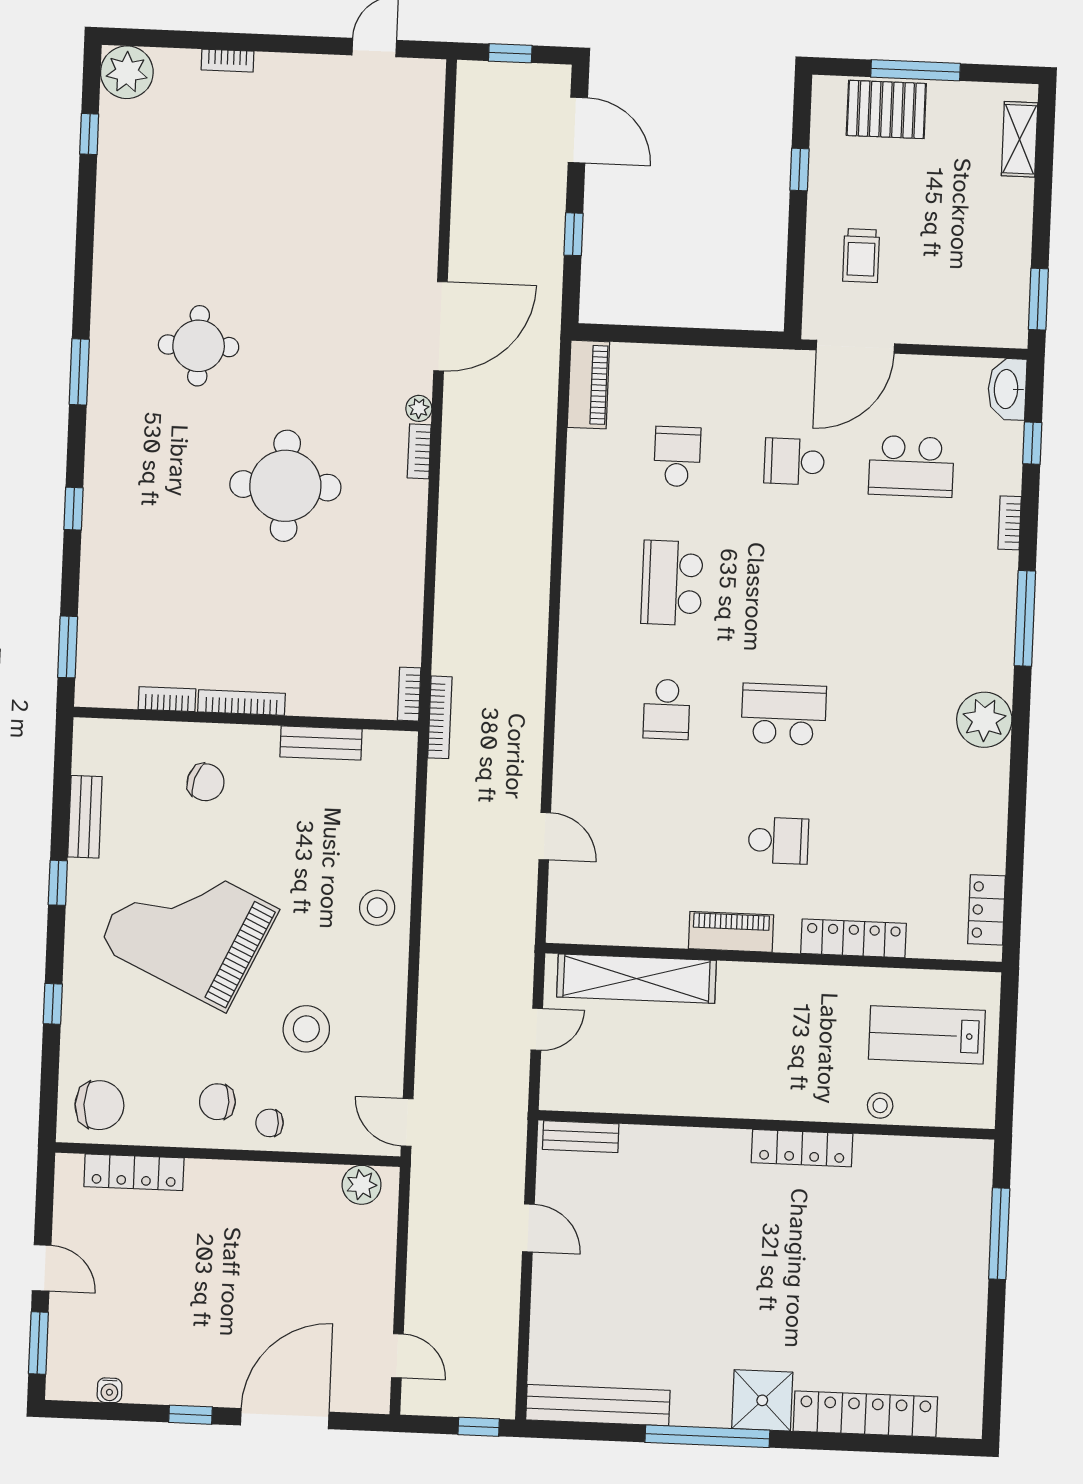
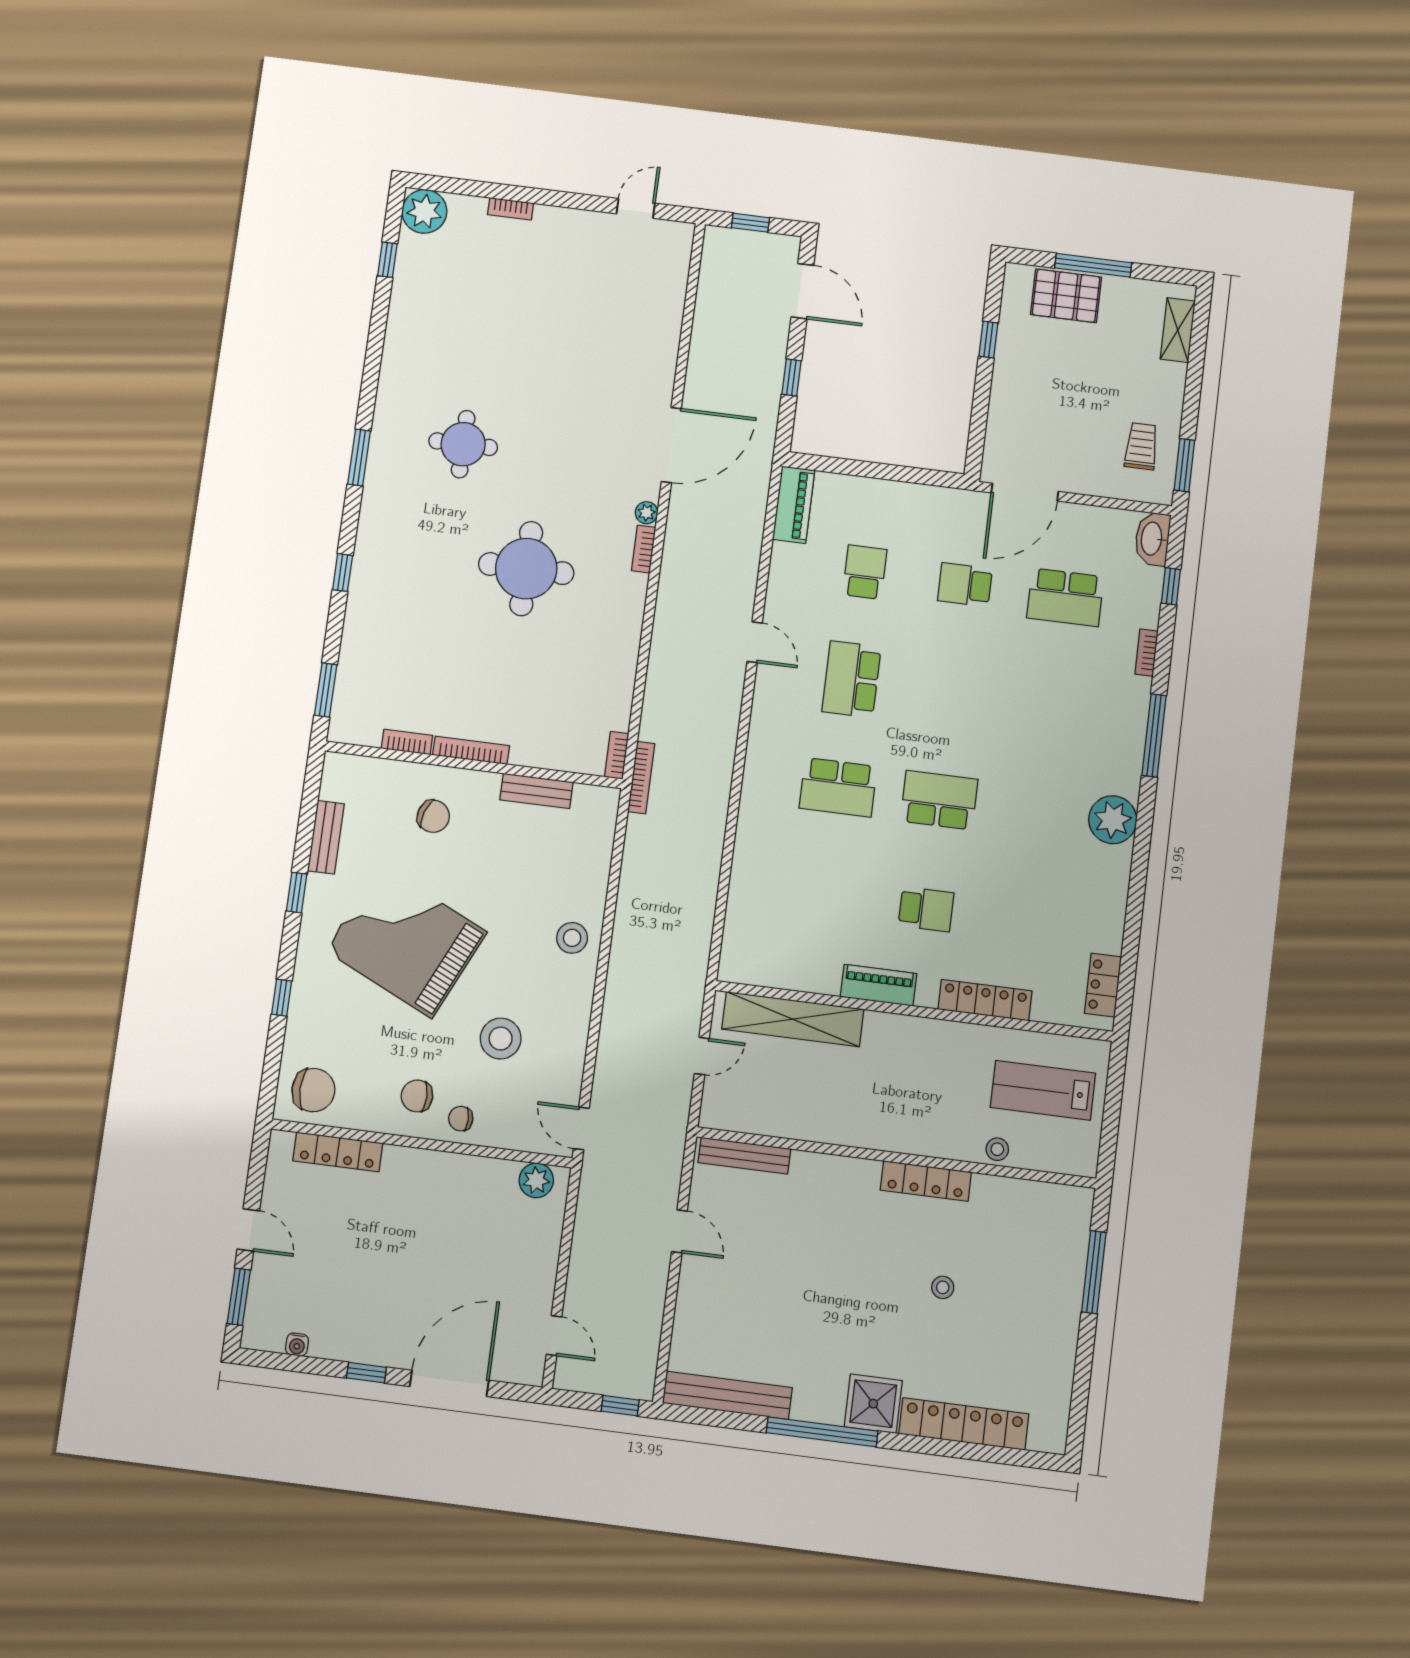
trolley: (861, 256) -> (1141, 446), moved, turned 180
school desk: (667, 709) -> (838, 787), width x1.85
door: (545, 836) -> (755, 642), moved
bench: (581, 1137) -> (744, 1156), width x1.36
stool: (830, 1265) -> (943, 1287), added

